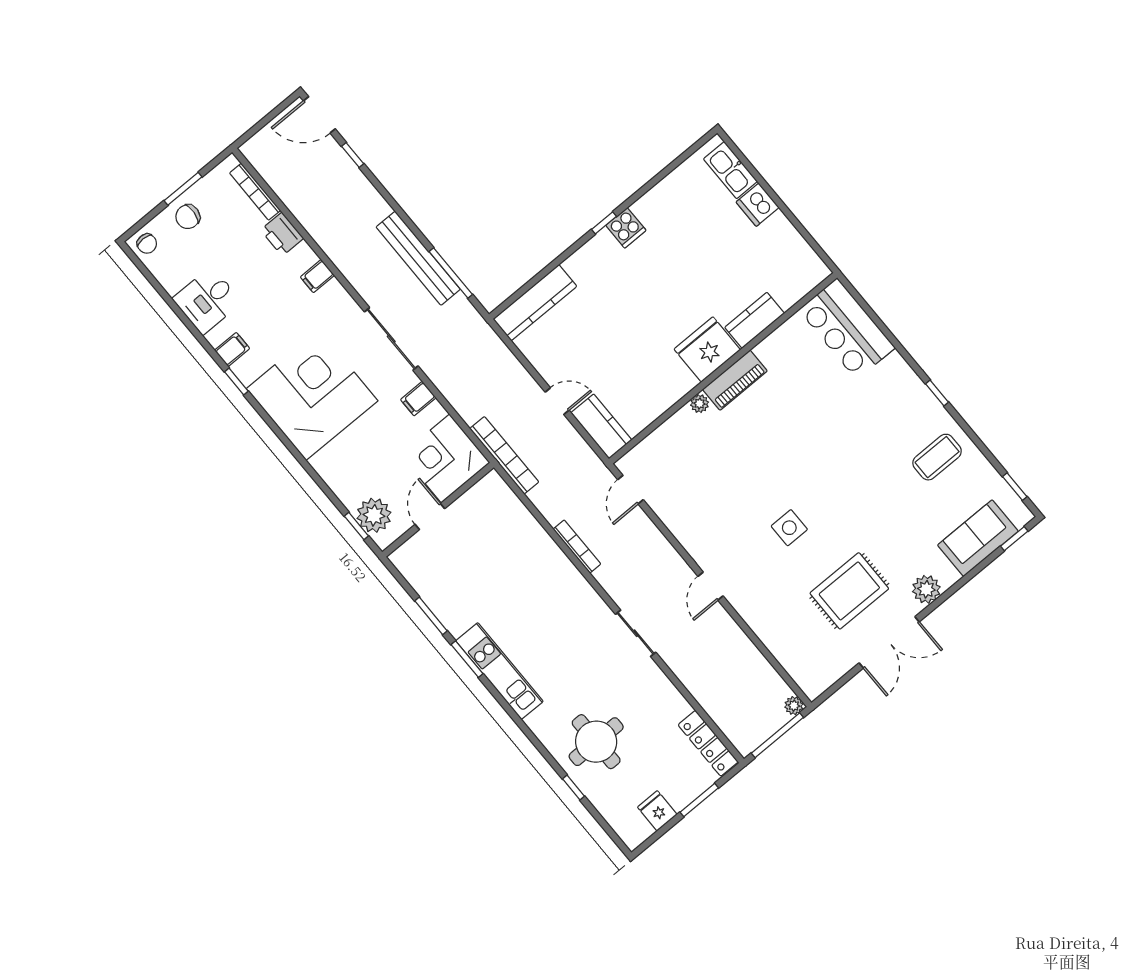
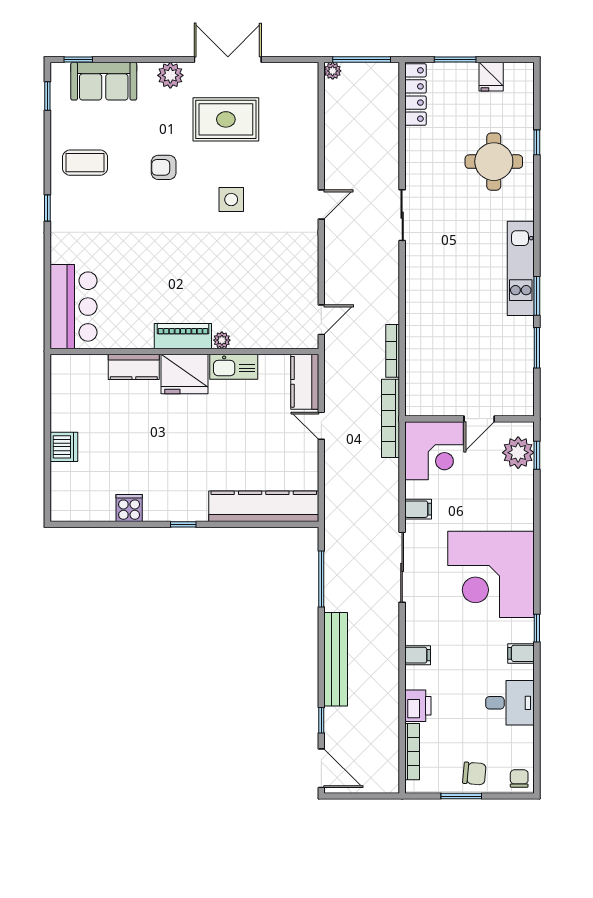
kitchen sink: (730, 170) -> (234, 367), moved, turned 90
cooker: (626, 228) -> (129, 508), moved
bench: (418, 258) -> (336, 659), moved
kitchen counter: (535, 303) -> (264, 506), width x1.39, depth x1.17
armchair: (868, 508) -> (164, 167), added
bookcase: (577, 546) -> (393, 351), moved

